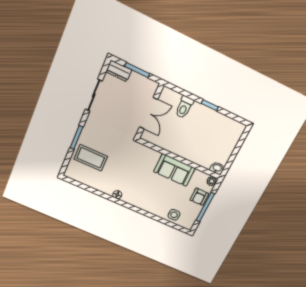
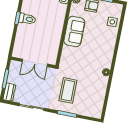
toilet: (184, 107) -> (27, 19), moved
double door: (149, 113) -> (35, 63), swing flipped
coffee table: (91, 158) -> (68, 90), moved

